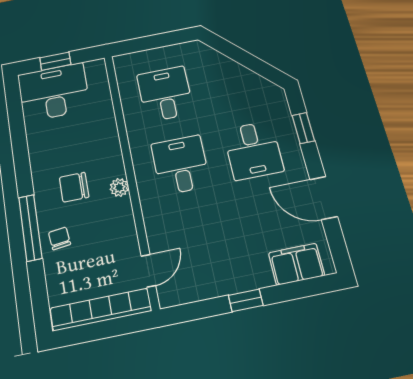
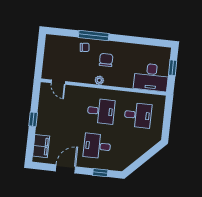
desk: (54, 92) -> (151, 77), moved, turned 90
bookcase: (101, 310) -> (48, 57), removed

